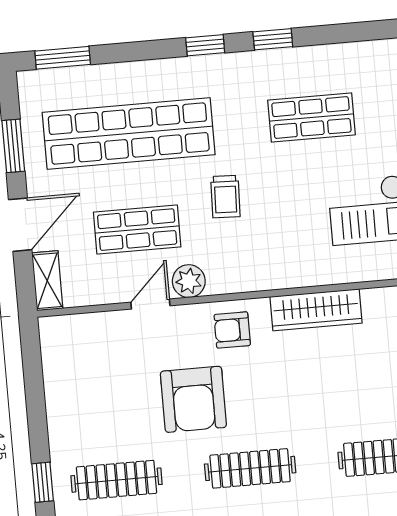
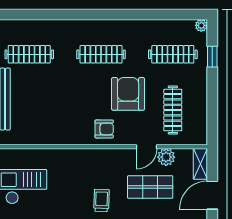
plant: (189, 281) -> (166, 157), moved
wardrobe: (316, 310) -> (58, 136), removed
clothes rail: (107, 376) -> (173, 110), added

